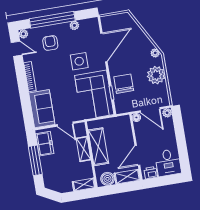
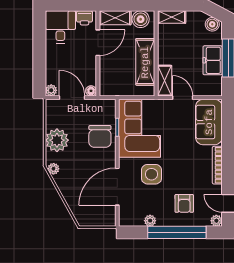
freezer: (45, 144) -> (213, 60), moved
shelving: (83, 149) -> (165, 81), moved
boiler: (52, 184) -> (212, 24), added

